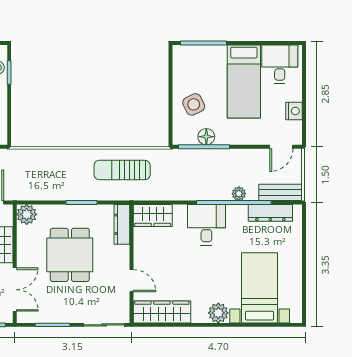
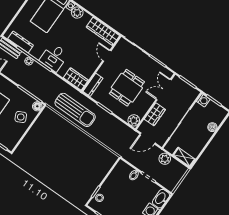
floor lamp: (206, 137) -> (37, 106), moved
sun lounger: (122, 170) -> (75, 110), width x1.36, depth x1.34

